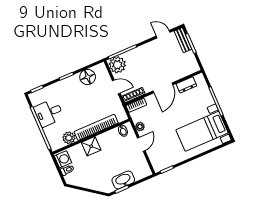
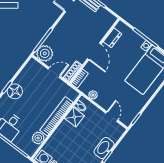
floor lamp: (88, 77) -> (15, 91), moved
door: (141, 144) -> (112, 117), moved
shower: (91, 146) -> (74, 117), moved

